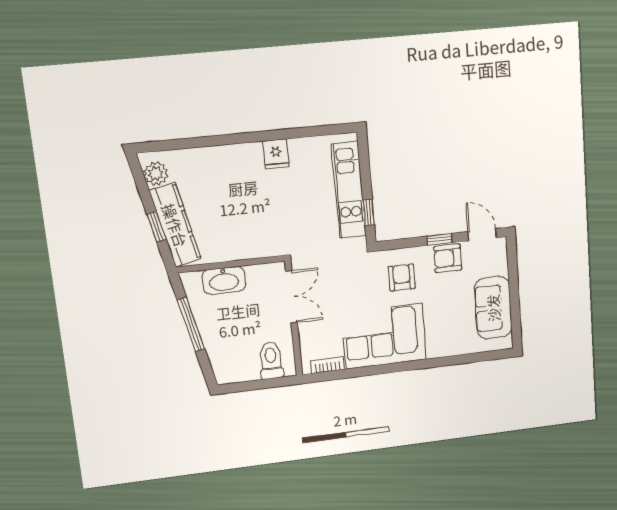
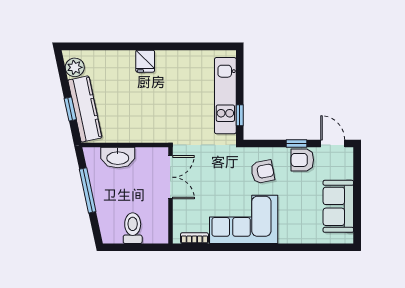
fridge: (276, 154) -> (145, 61), moved
armchair: (402, 277) -> (262, 172), turned 79
toilet: (271, 360) -> (133, 228), moved

